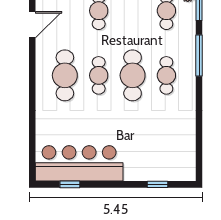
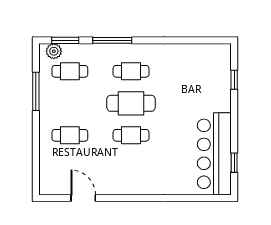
cafe table: (65, 75) -> (131, 167), removed

